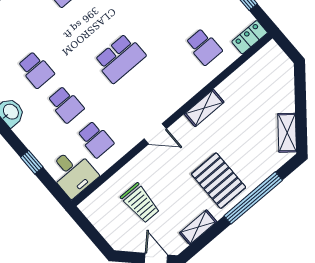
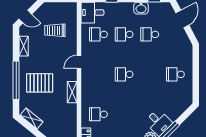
school desk: (120, 58) -> (124, 74), width x0.54
pallet: (219, 181) -> (40, 83), moved

